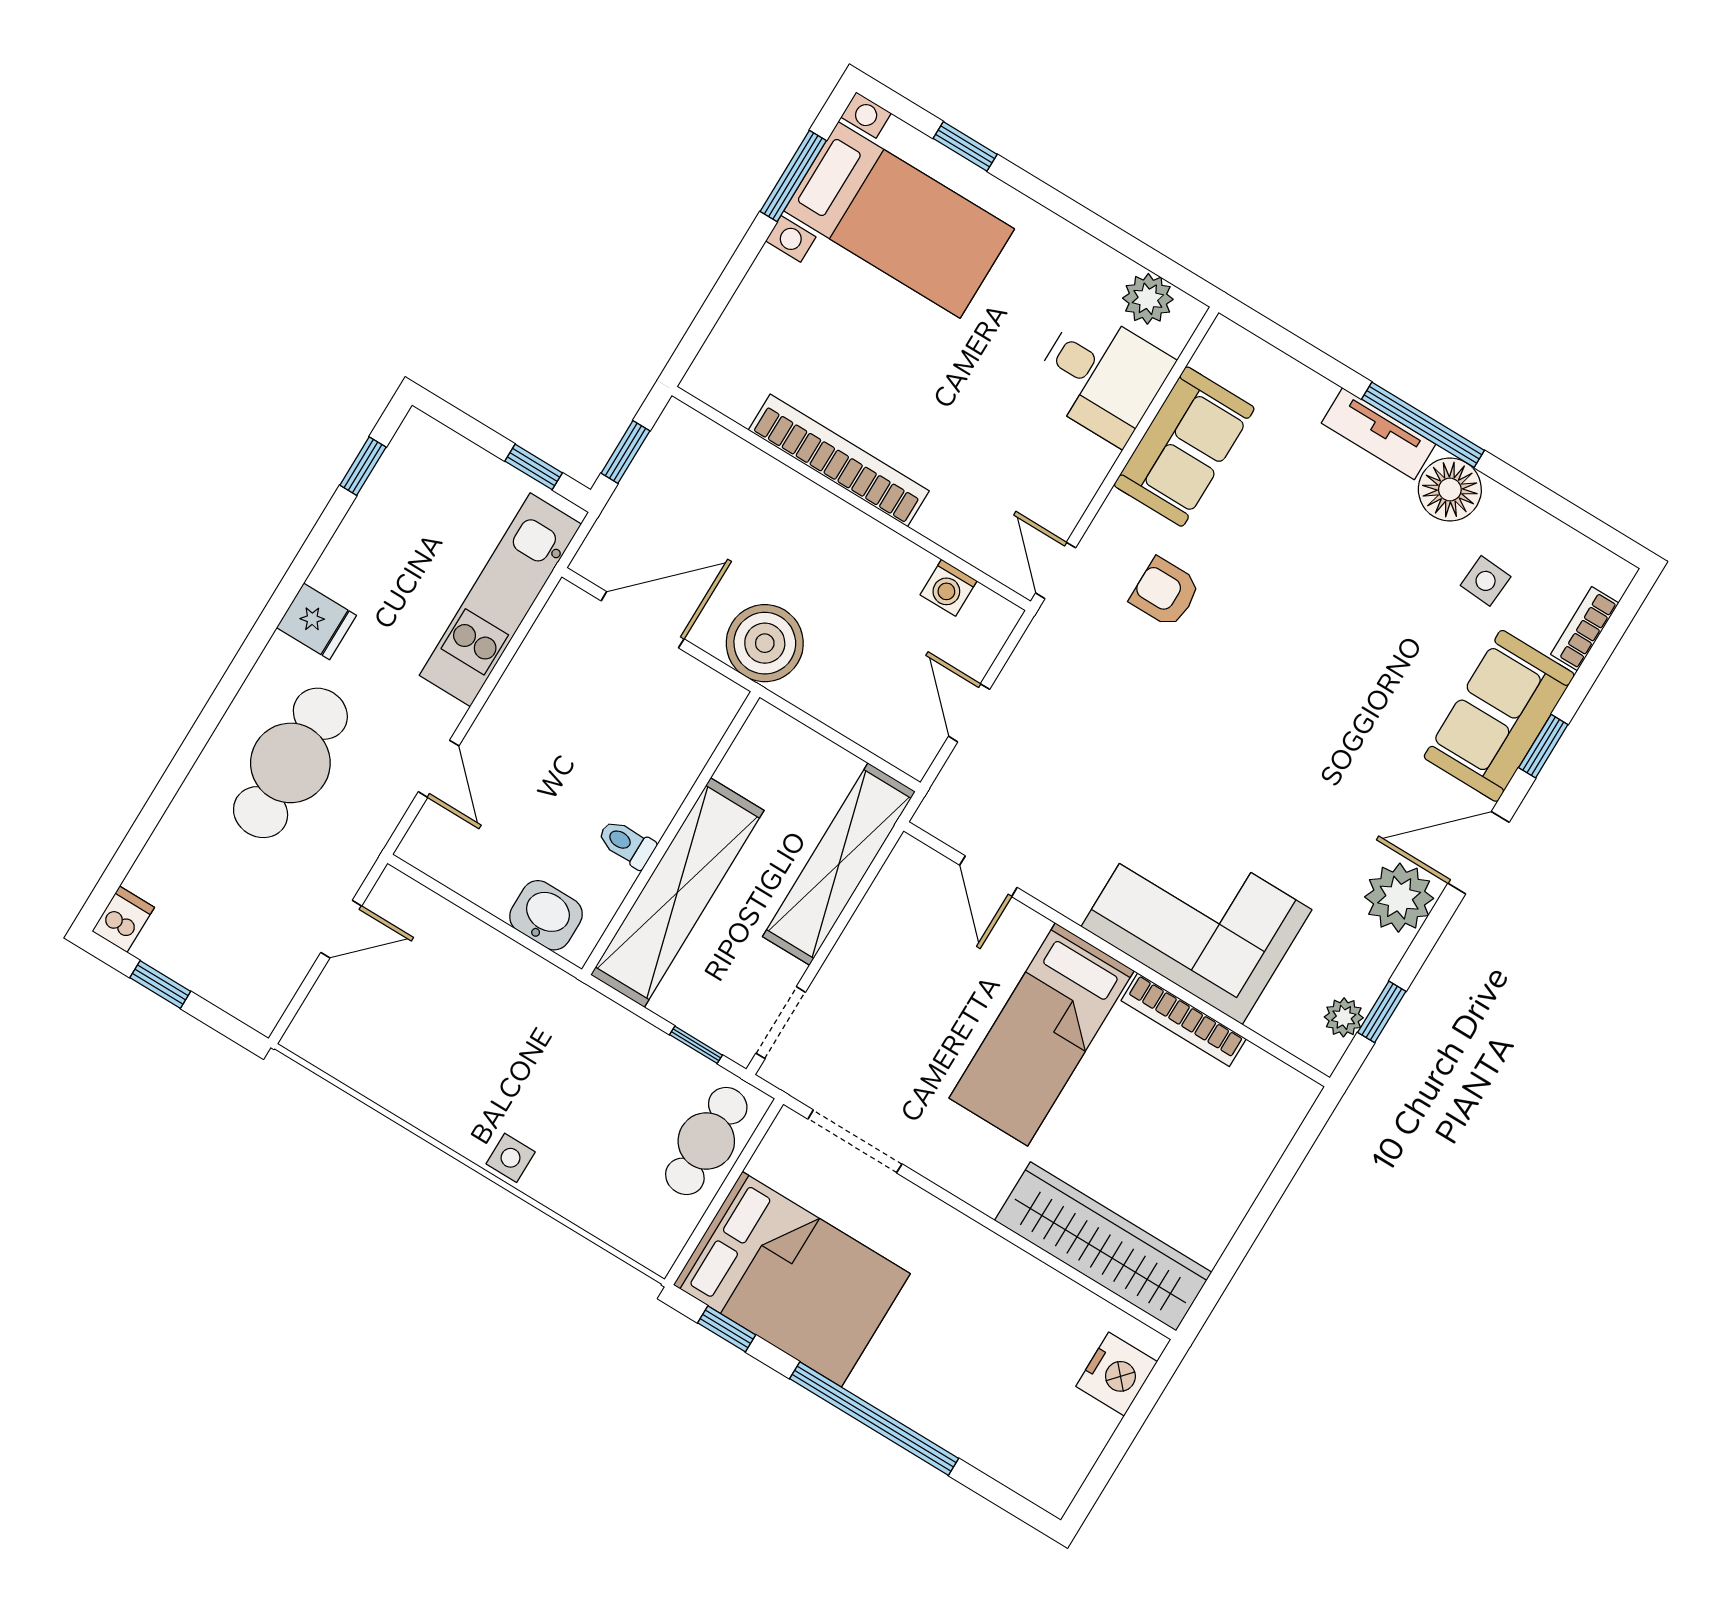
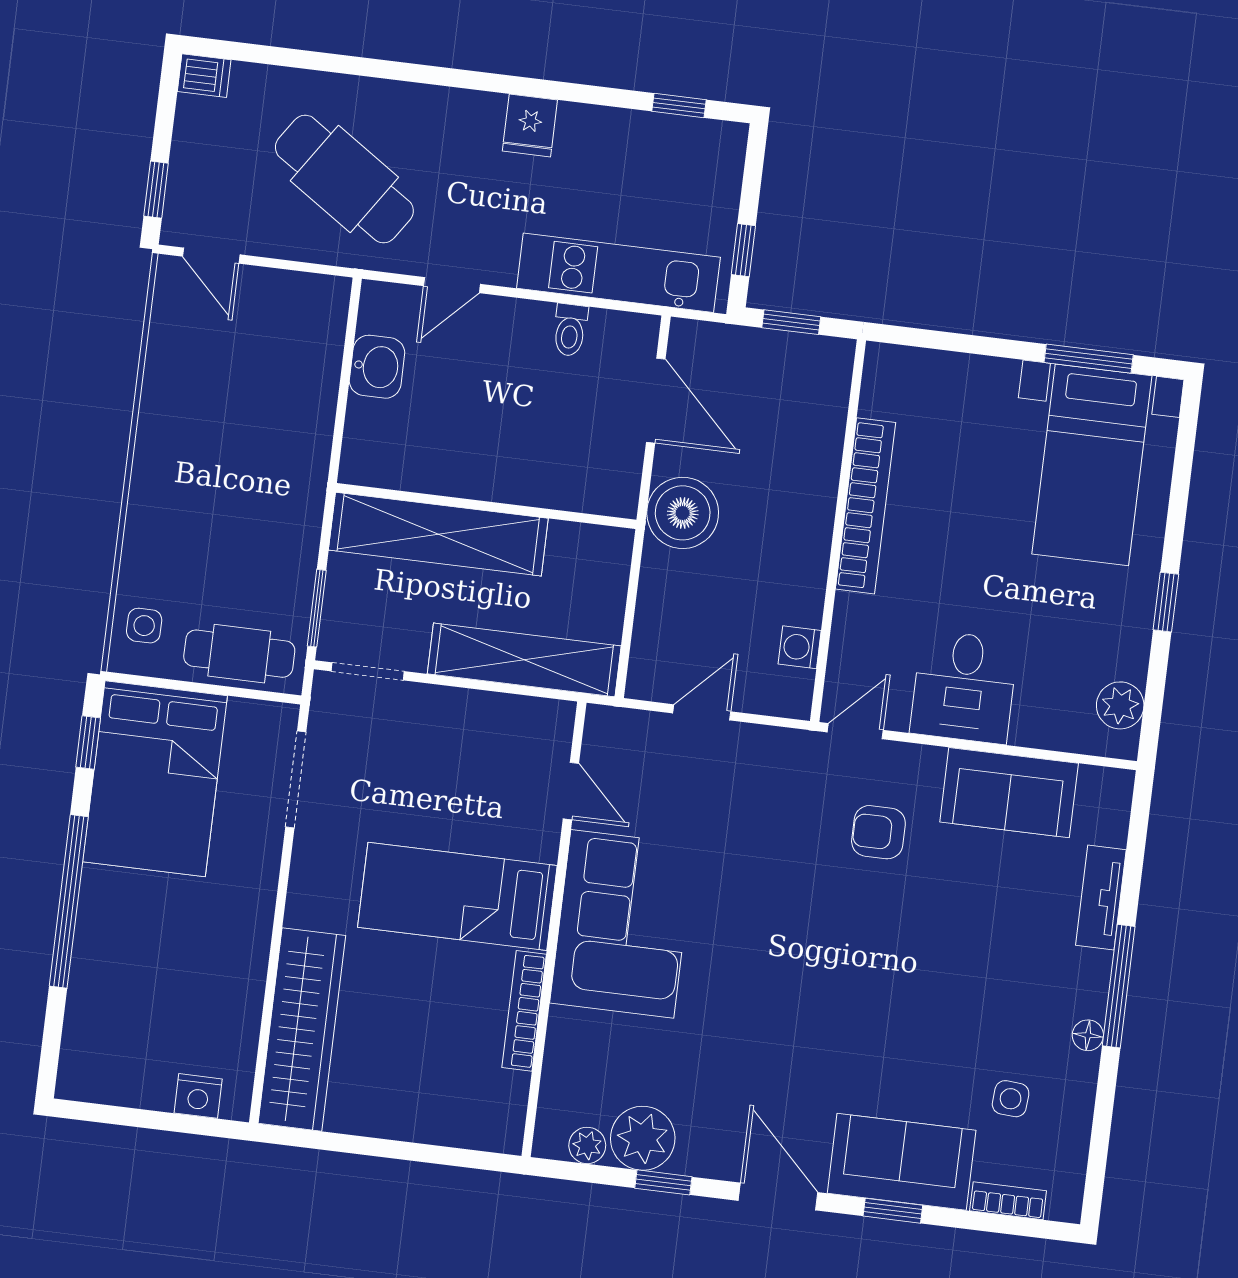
window: (965, 146) -> (1166, 602), moved
desk: (1102, 376) -> (964, 687), moved
tv unit: (1378, 434) -> (1101, 898), moved
floor lamp: (1450, 489) -> (1088, 1035), width x0.53, depth x0.53
armchair: (1165, 592) -> (878, 832), turned -90
cafe table: (290, 763) -> (344, 179), moved, turned 34
toilet: (627, 844) -> (570, 330), moved, turned 180
door: (988, 876) -> (571, 791), swing flipped
plant: (1399, 898) -> (643, 1138), moved
washbasin: (546, 915) -> (377, 367), moved
corner sofa: (1197, 918) -> (622, 924), moved
door: (341, 929) -> (211, 256), moved
window: (160, 985) -> (156, 190), moved
window: (1382, 1012) -> (663, 1182), moved
window: (696, 1045) -> (317, 608), width x1.50
side table: (511, 1158) -> (144, 626), moved
nightstand: (1117, 1374) -> (198, 1096), width x0.74, depth x0.75

